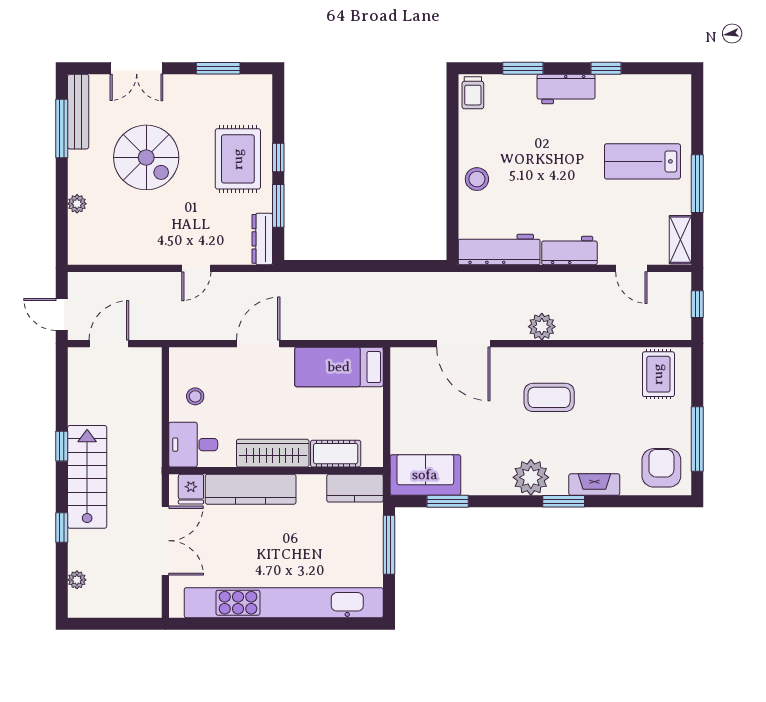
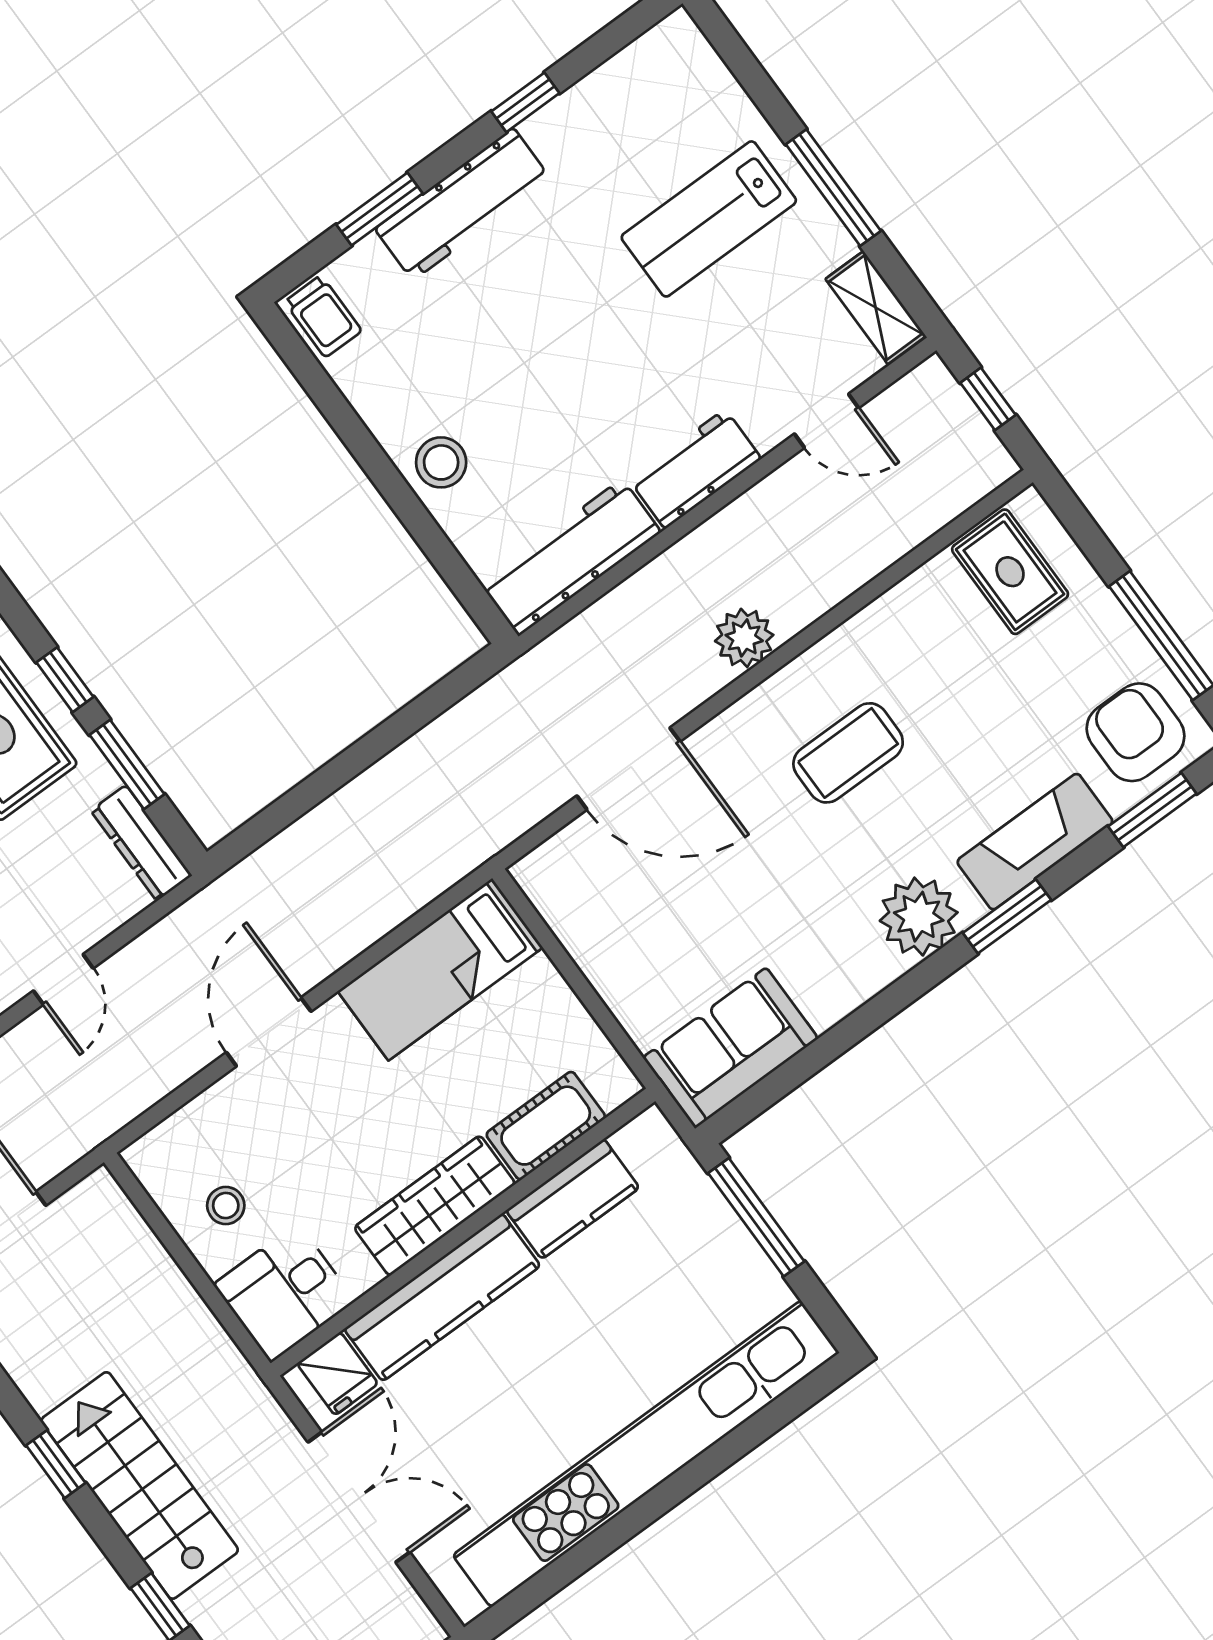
workbench: (566, 89) -> (463, 204), width x1.38
fireplace: (594, 485) -> (1035, 842), width x1.37, depth x1.32
kitchen counter: (355, 488) -> (573, 1199), moved
window: (448, 501) -> (1152, 810), moved

